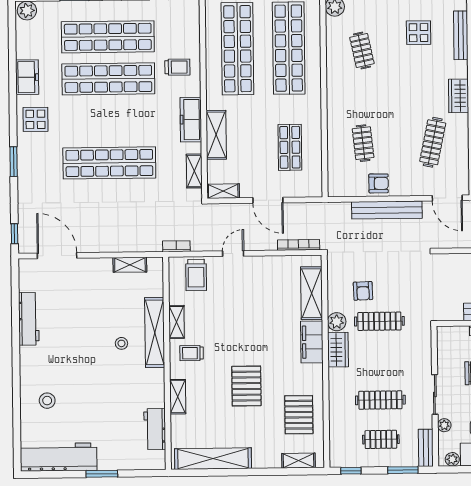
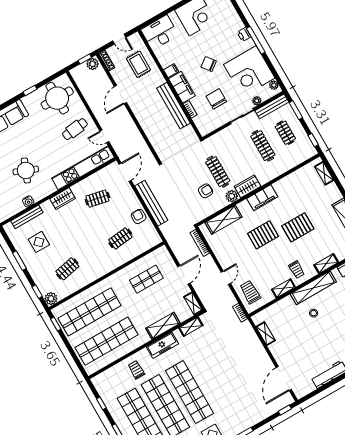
clothes rail: (433, 142) -> (97, 199), width x0.73
shop shelf: (109, 163) -> (189, 392), moved
door: (233, 254) -> (226, 278), swing flipped
trolley: (196, 275) -> (250, 292), turned -90
shelving: (155, 332) -> (313, 288), moved
filing cabinet: (312, 342) -> (262, 198), moved
pallet: (299, 415) -> (263, 235), moved
bench: (426, 448) -> (272, 106), width x1.36

